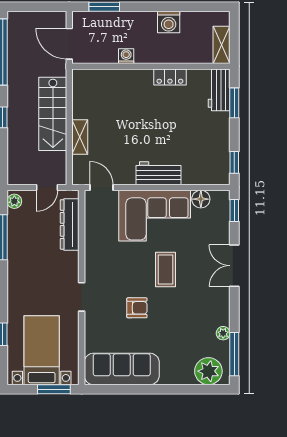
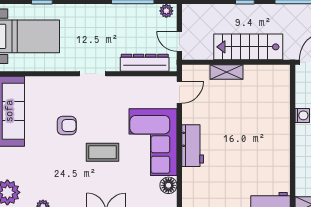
locker: (170, 77) -> (283, 156), removed
doorway: (82, 297) -> (93, 74), moved
armchair: (137, 308) -> (67, 126), turned -90

